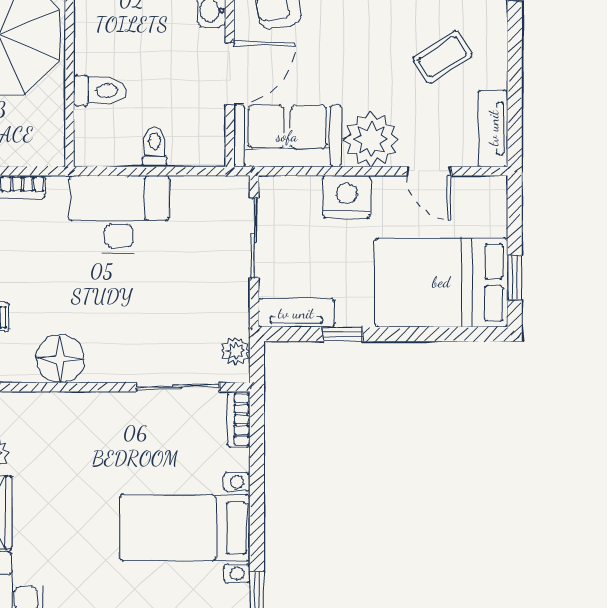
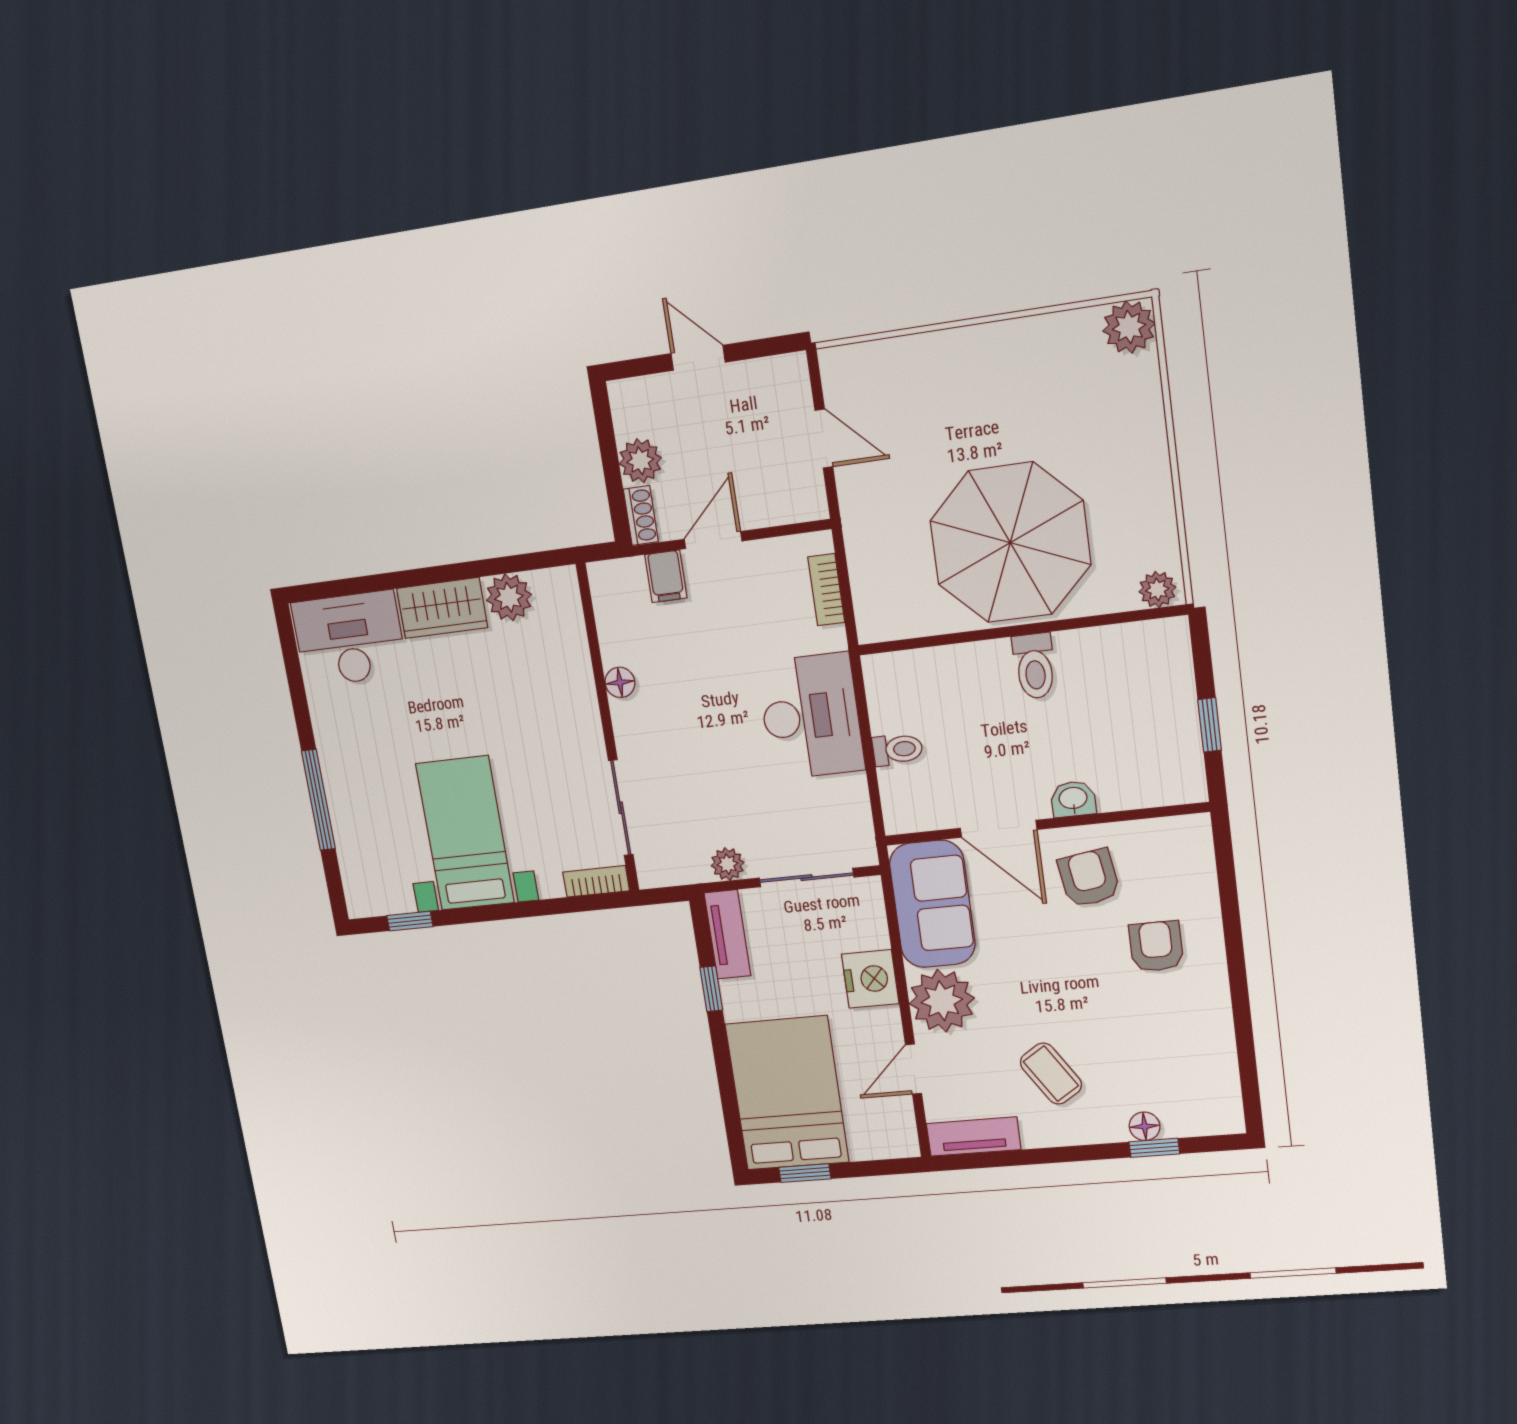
toilet: (100, 91) -> (1034, 666), moved
plant: (236, 351) -> (728, 864), moved
floor lamp: (60, 359) -> (620, 682), width x0.53, depth x0.53

